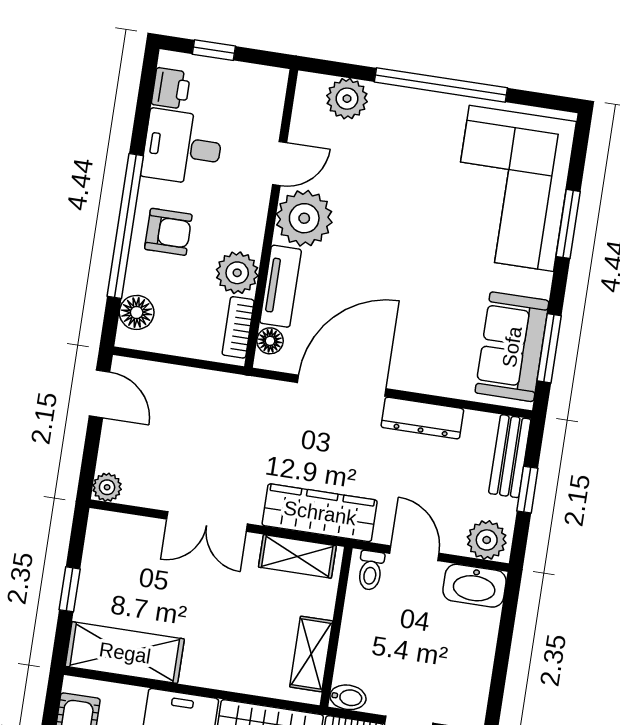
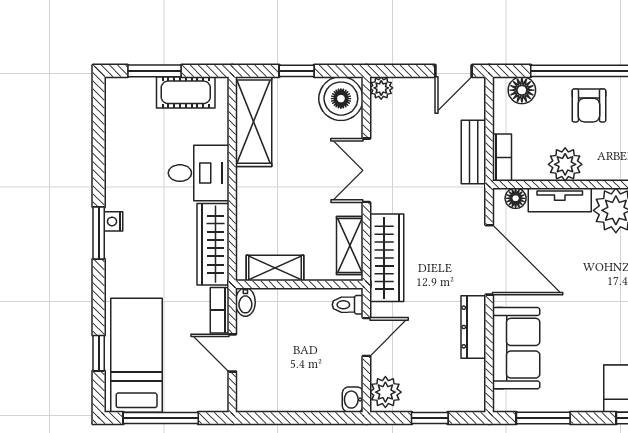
bookcase: (238, 327) -> (502, 157), moved, turned 90
sofa: (512, 347) -> (516, 348), moved, turned 90
bench: (510, 456) -> (474, 152), moved, turned 90
boiler: (113, 539) -> (341, 99), added
washbasin: (474, 586) -> (353, 400), width x0.52, depth x0.69

